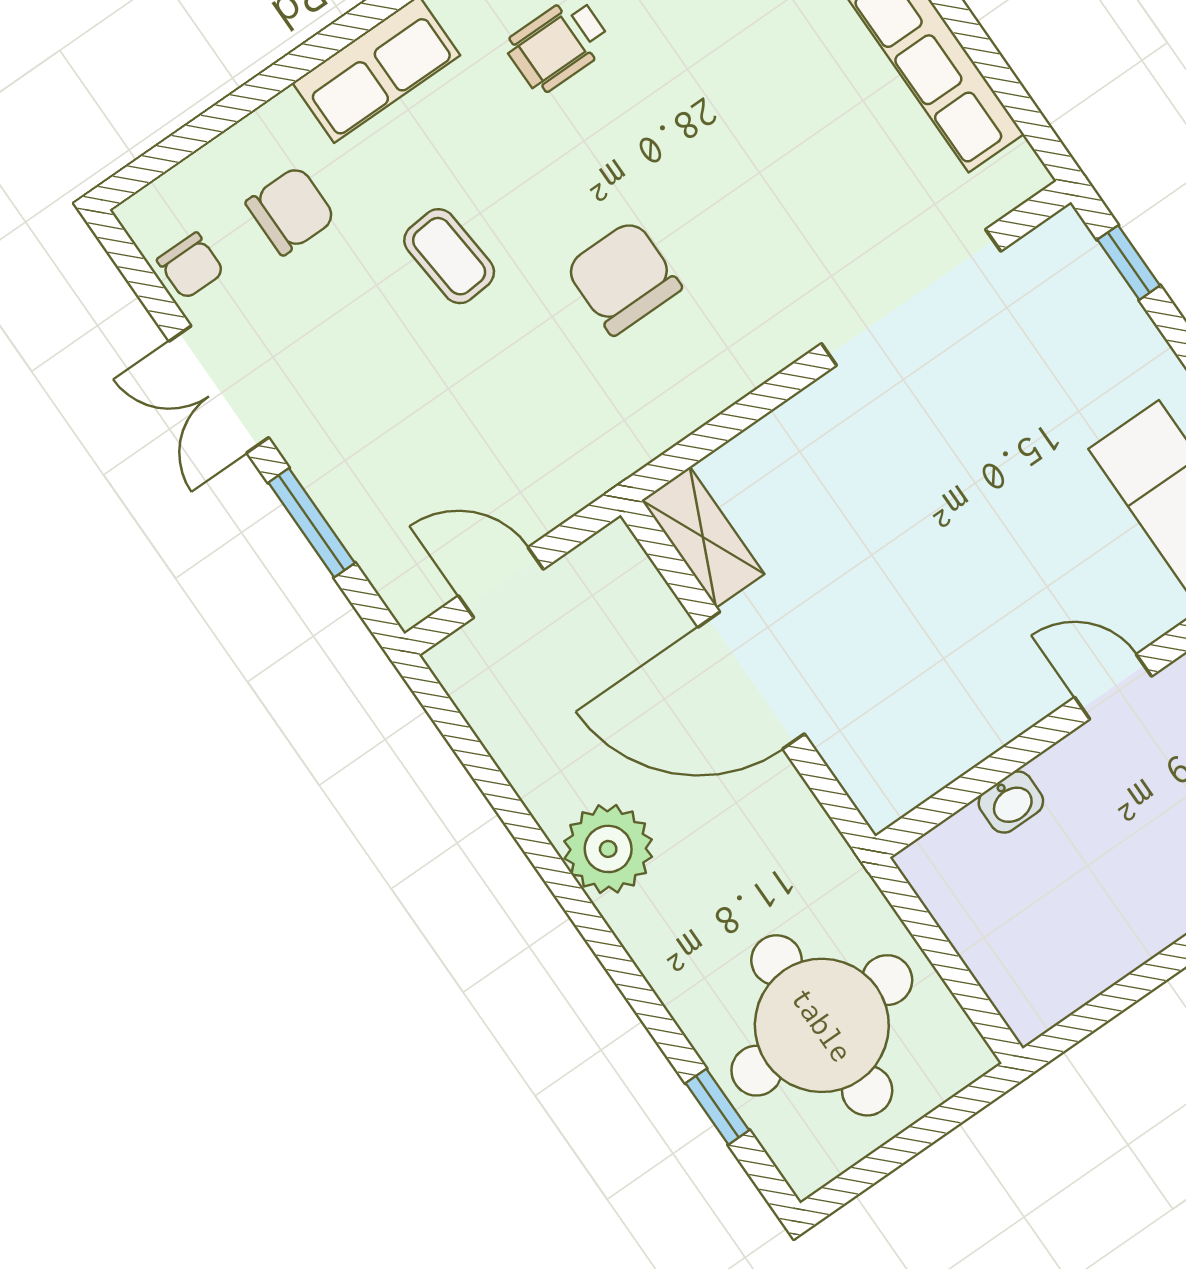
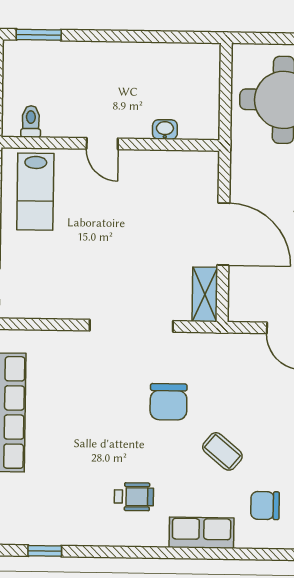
coffee table: (449, 256) -> (222, 451), turned -45
doorway: (911, 297) -> (131, 326), moved

